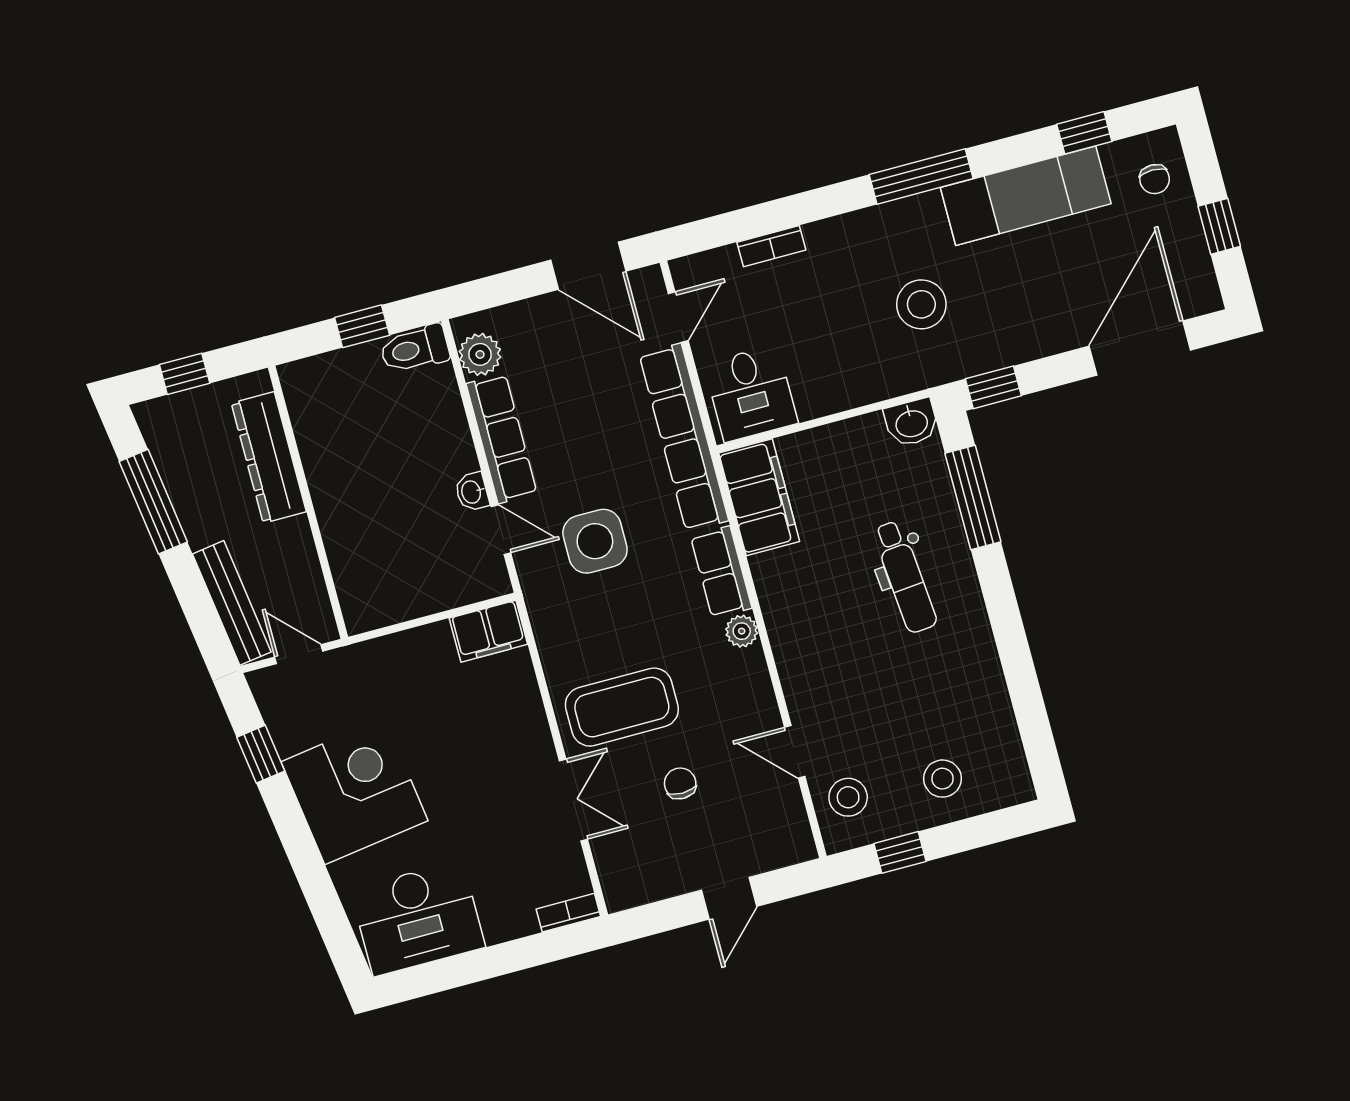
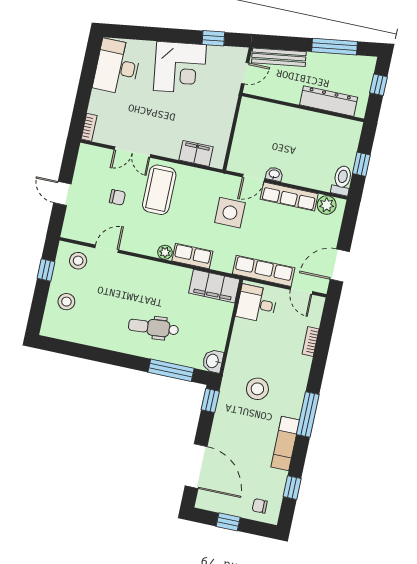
exam couch: (1026, 196) -> (285, 443), width x0.73, depth x0.69
row of seats: (684, 437) -> (264, 271), width x0.73
filing cabinet: (488, 631) -> (196, 153), moved, turned 90

